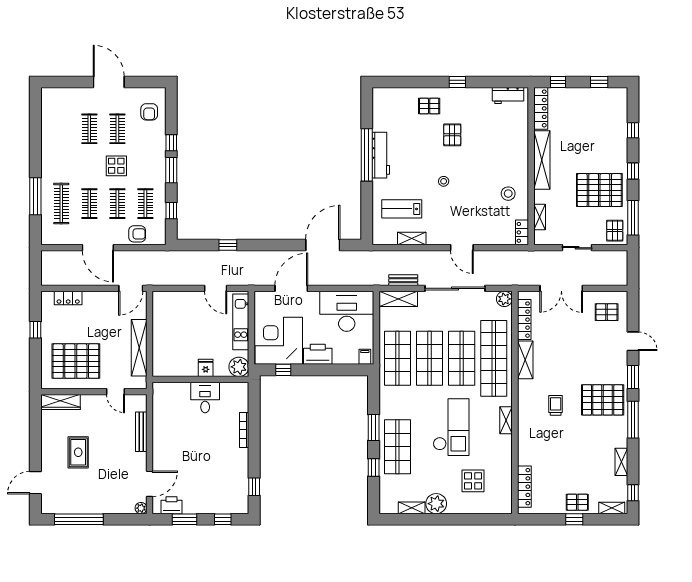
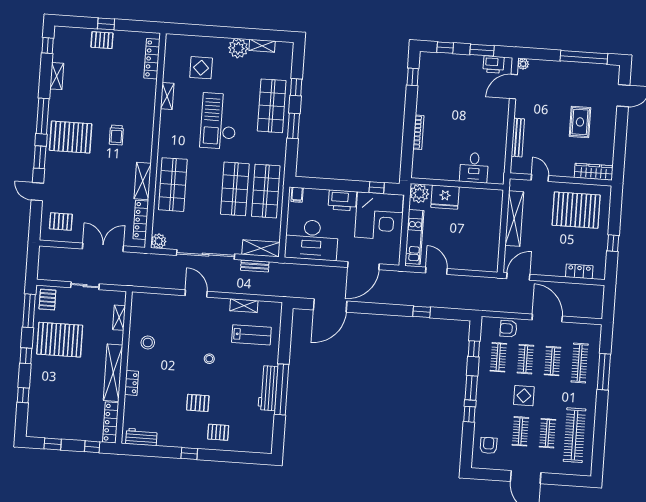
clothes rail: (61, 129) -> (575, 435), added
pallet: (452, 135) -> (198, 403), turned 90
locker: (522, 232) -> (132, 383), moved
shop shelf: (462, 358) -> (204, 187), removed
shop shelf: (494, 358) -> (173, 185), width x0.71
fridge: (206, 368) -> (445, 197), width x1.88, depth x1.34
desk: (205, 397) -> (474, 168), moved
shelving: (506, 420) -> (167, 96), moved
shelving: (612, 508) -> (69, 32), removed

